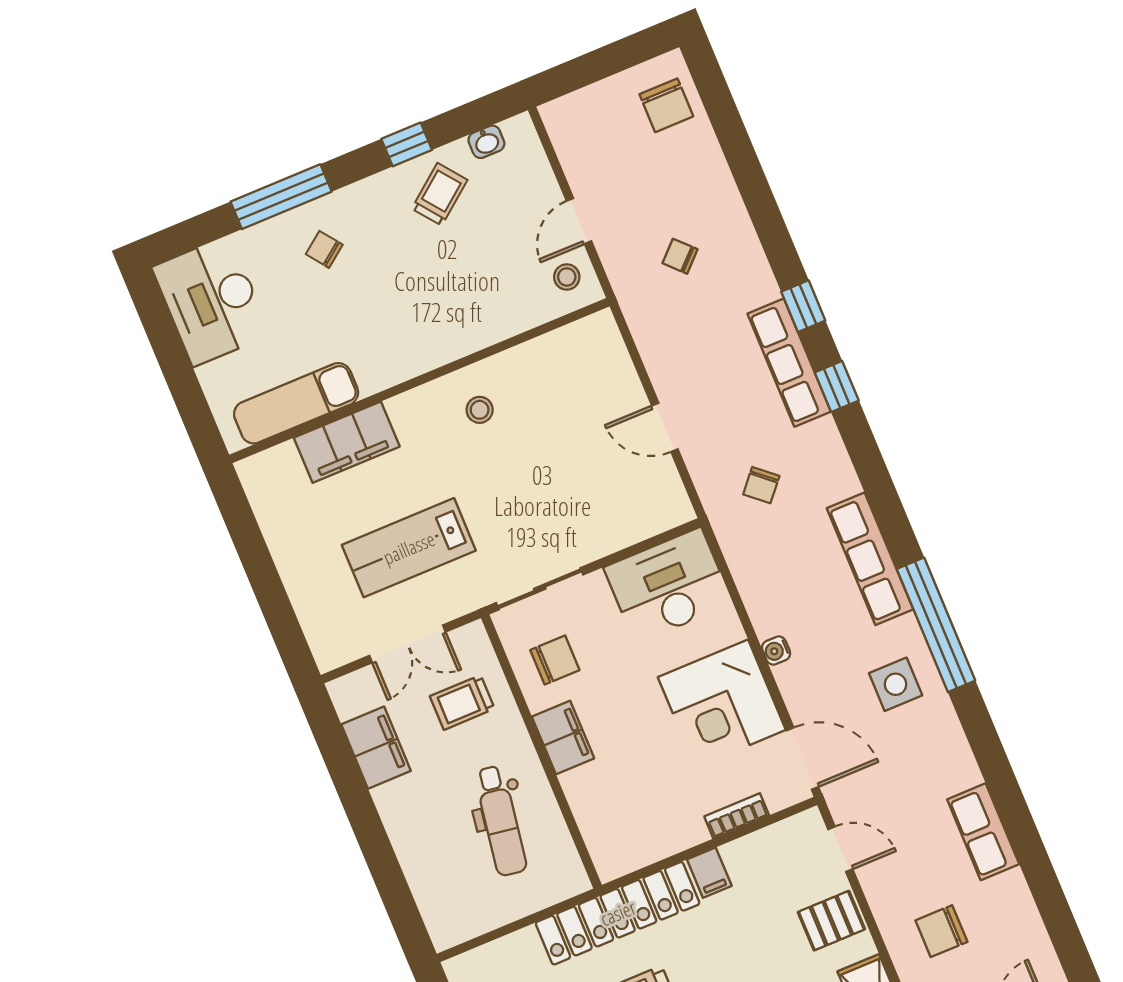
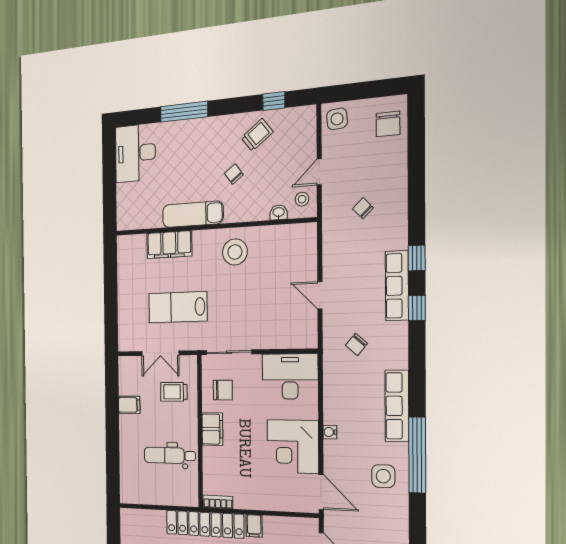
side table: (575, 123) -> (337, 119), added
washbasin: (486, 142) -> (279, 212), moved, turned 180
window: (407, 144) -> (274, 101), moved
chair: (324, 249) -> (234, 174), moved
exam couch: (296, 403) -> (193, 214), moved
stool: (480, 410) -> (235, 252), width x1.89, depth x1.89
filing cabinet: (376, 748) -> (129, 405), width x0.50
bookcase: (737, 816) -> (218, 502), moved
dental chair: (501, 821) -> (170, 455), turned 81

